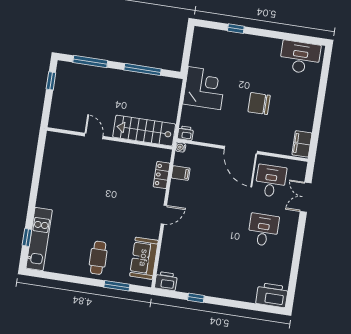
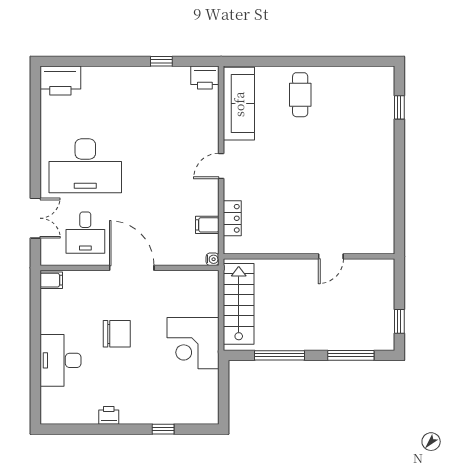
desk: (300, 57) -> (61, 360), moved, turned 90
stairs: (144, 131) -> (239, 304), moved, turned -90
printer: (185, 133) -> (109, 415), moved, turned 180
door: (94, 136) -> (331, 256), hinge flipped
filing cabinet: (302, 144) -> (51, 280), width x0.50
desk: (263, 230) -> (85, 166), width x1.87, depth x1.30
kitchen unit: (39, 239) -> (383, 108), removed
sofa: (144, 258) -> (239, 104), width x1.36
window: (117, 286) -> (269, 61), removed

